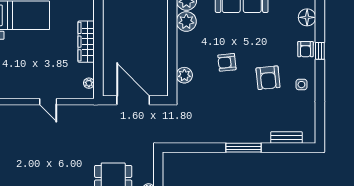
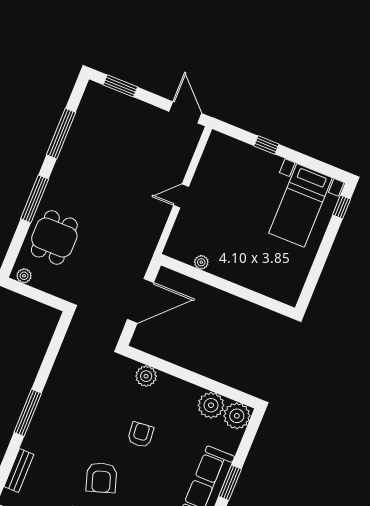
wardrobe: (86, 42) -> (236, 272), removed
armchair: (268, 78) -> (101, 478), turned -102
plant: (89, 83) -> (201, 262), moved

